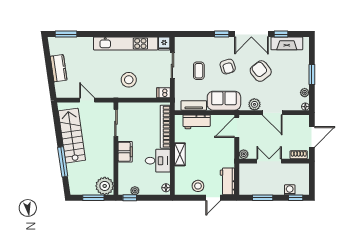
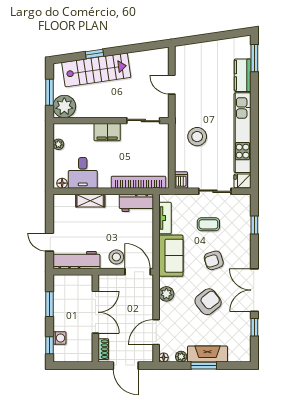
window: (222, 34) -> (254, 225), moved
fireplace: (287, 43) -> (207, 354), moved, turned 90
kitchen counter: (59, 68) -> (243, 75), moved, turned 98
door: (87, 100) -> (172, 85), swing flipped
door: (272, 113) -> (156, 332), moved
workbench: (197, 122) -> (136, 203), moved, turned -90
stairs: (72, 136) -> (96, 70), moved
shelving: (180, 154) -> (90, 201), moved
plant: (244, 154) -> (104, 280), removed
desk: (158, 161) -> (83, 173), moved
double door: (269, 161) -> (95, 312), width x1.37
window: (63, 162) -> (95, 54), width x0.46
workbench: (227, 181) -> (76, 260), width x1.38
stool: (198, 186) -> (116, 257), moved
window: (130, 198) -> (49, 138), removed

